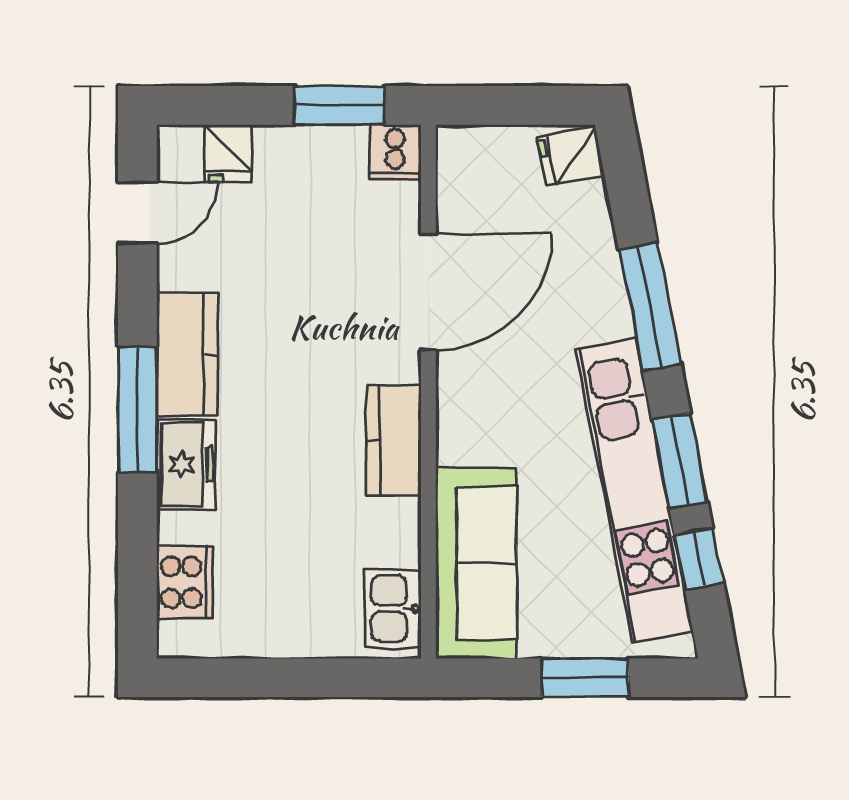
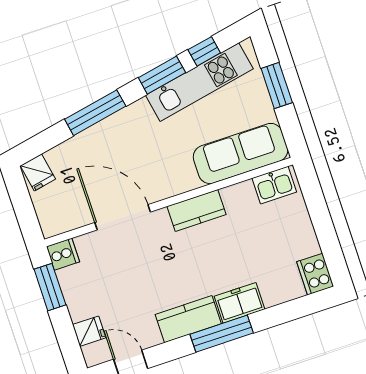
kitchen unit: (634, 490) -> (199, 82), width x0.73
cooker: (185, 582) -> (315, 274), moved, turned -90

